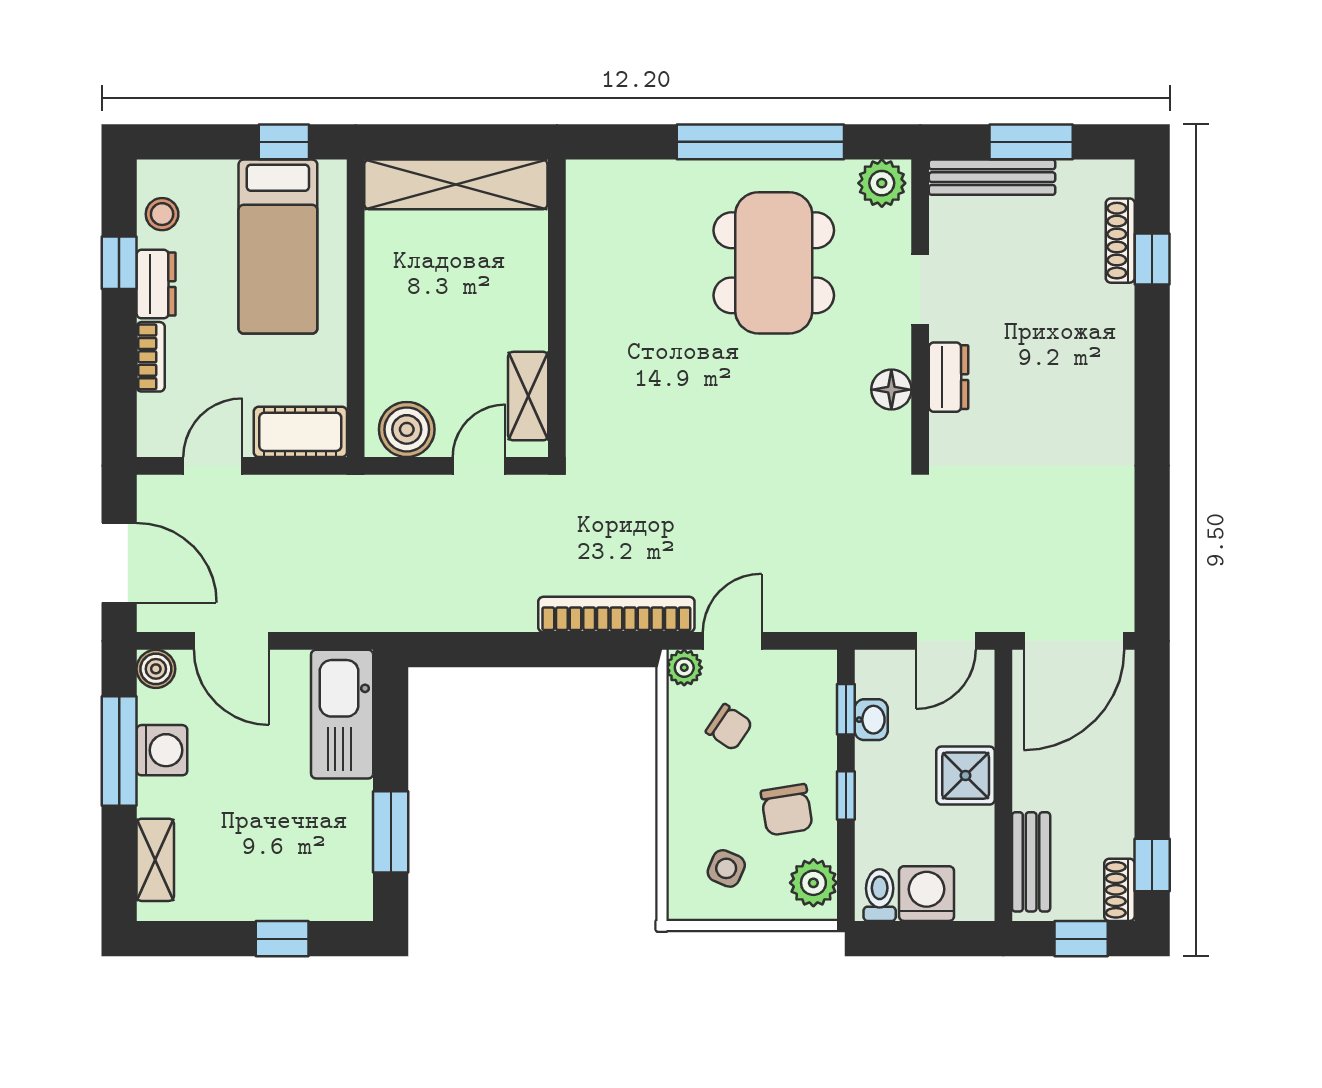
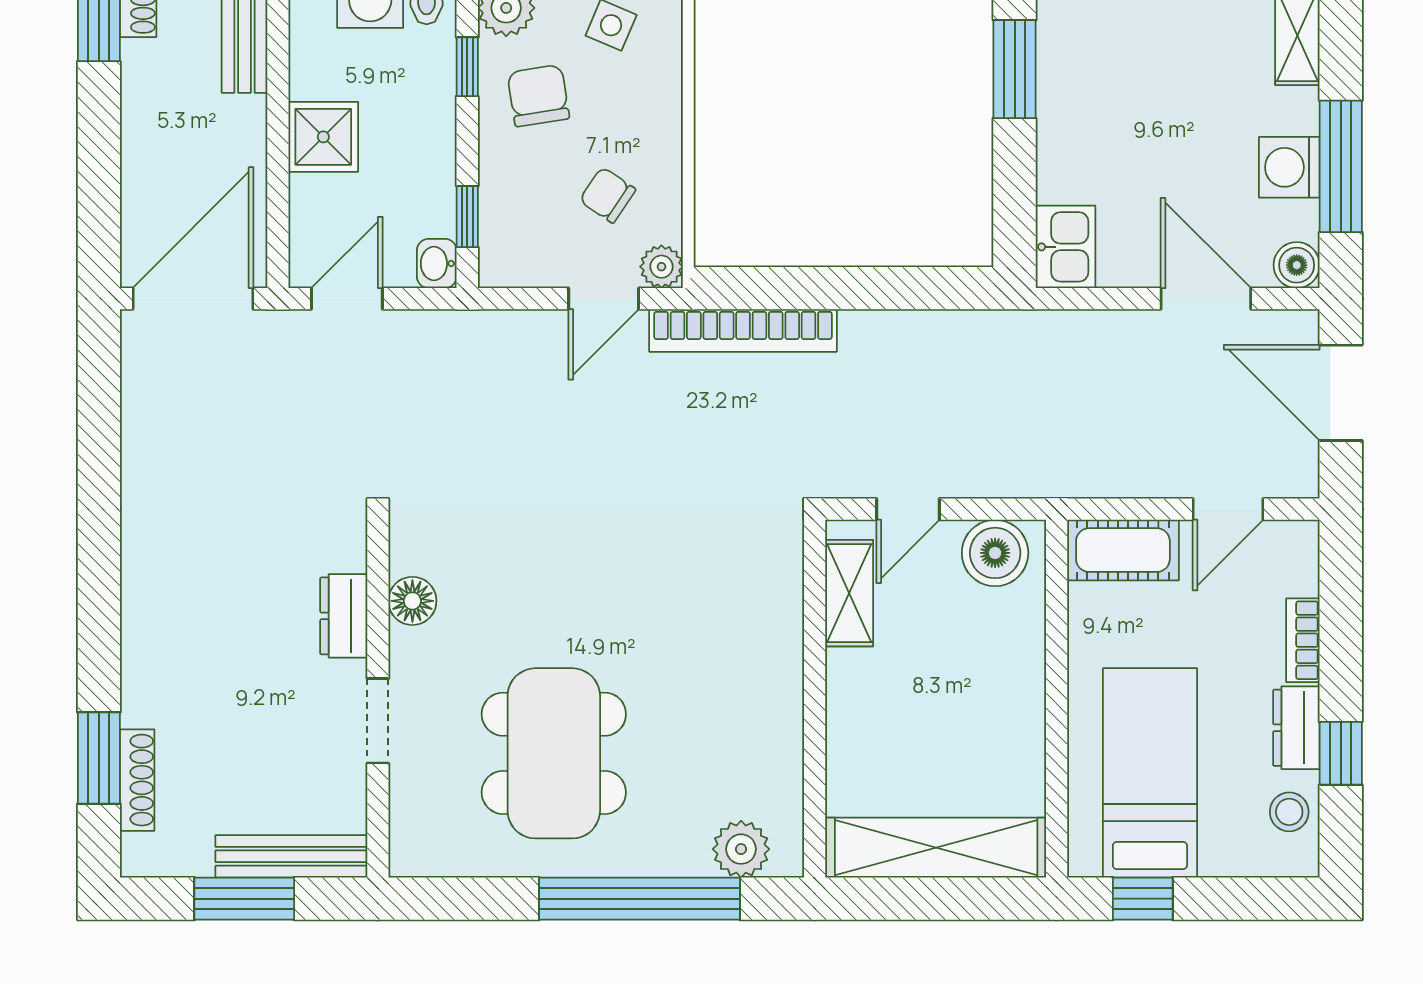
window: (760, 142) -> (640, 899), moved
plant: (882, 183) -> (741, 849), moved
window: (1152, 259) -> (99, 758), width x1.50
kitchen sink: (342, 714) -> (1066, 247), width x0.53, depth x0.81
washbasin: (871, 720) -> (437, 263), moved
window: (846, 795) -> (467, 67), moved

